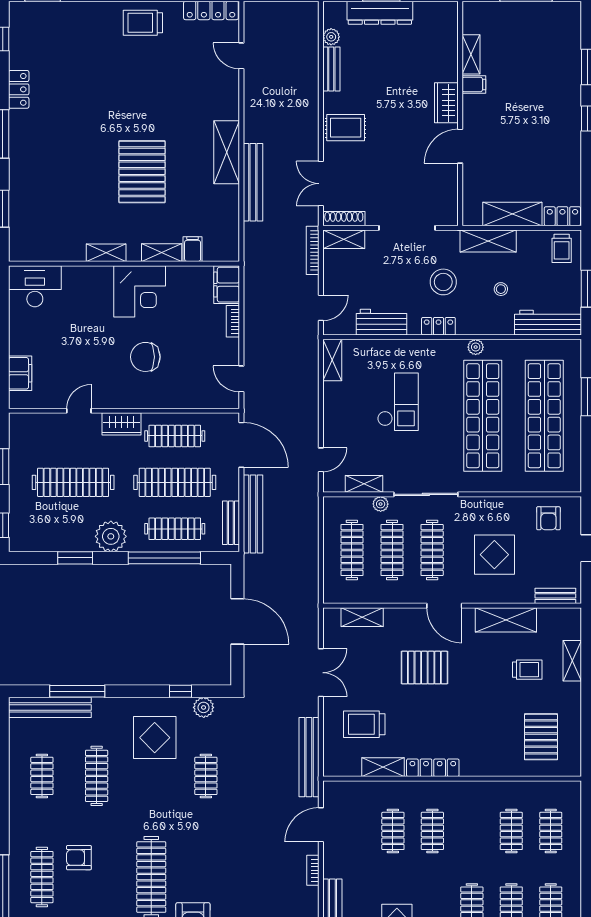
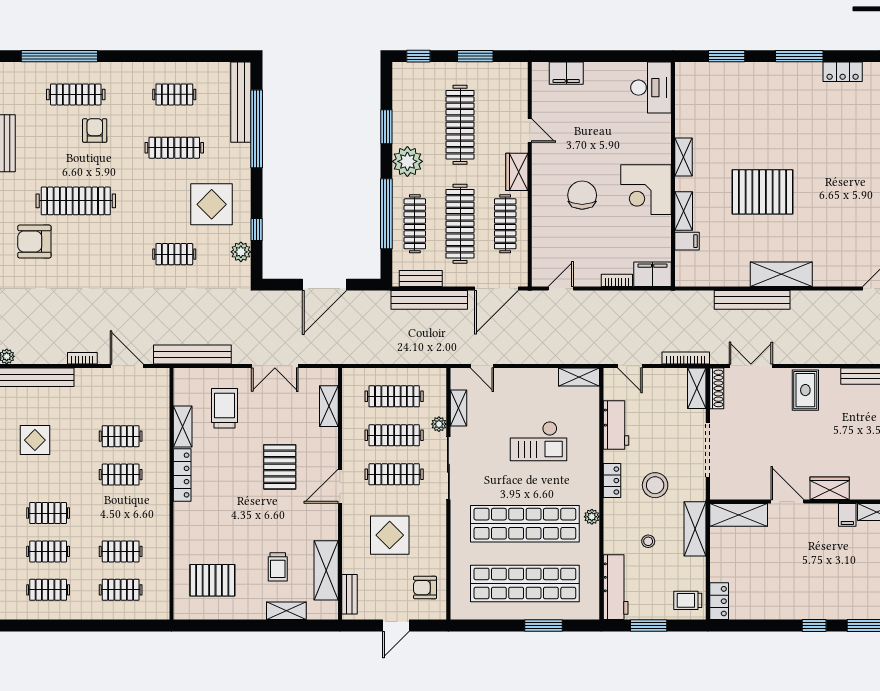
shelving: (512, 214) -> (739, 515), moved, turned 90
shelving: (506, 620) -> (326, 570), moved
window: (77, 691) -> (257, 129), width x1.46

